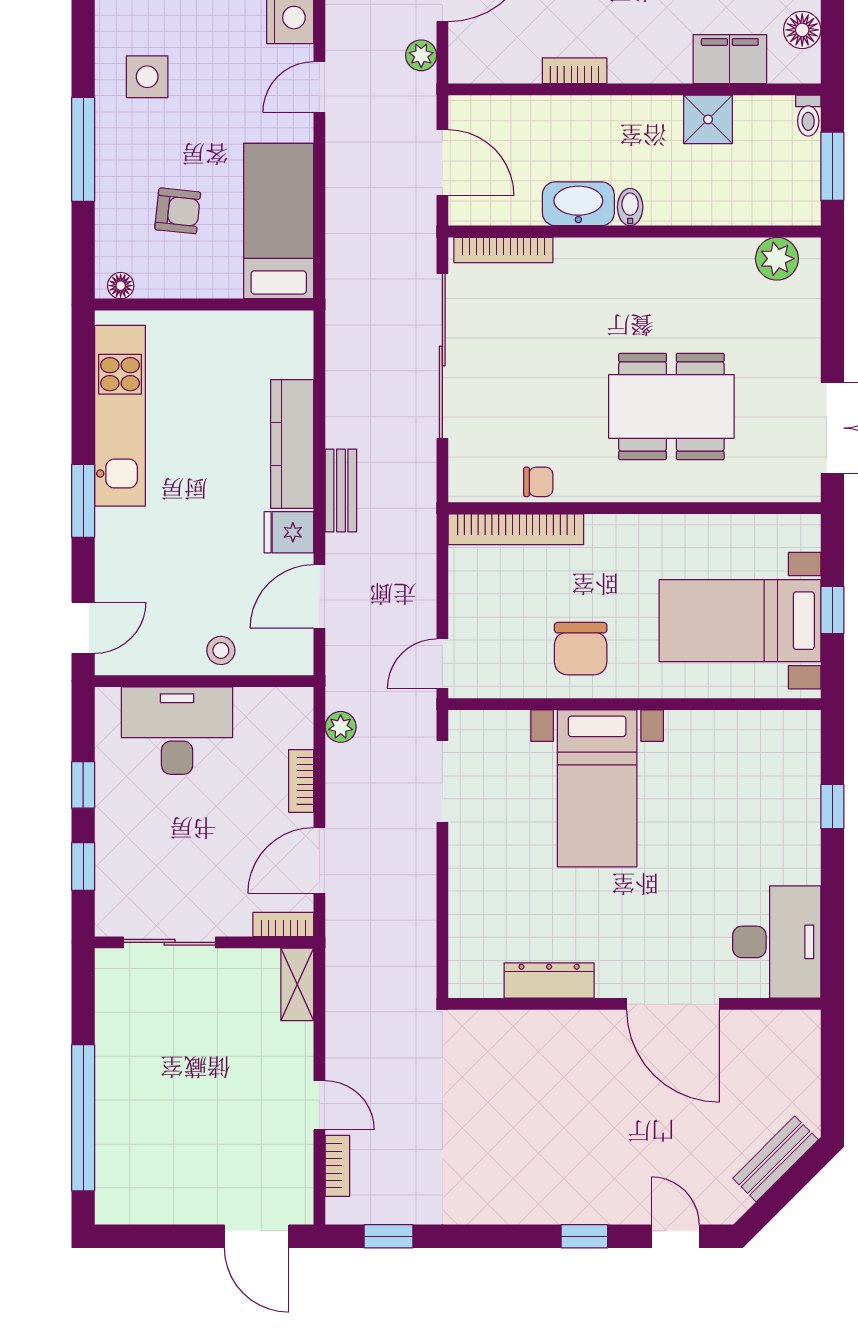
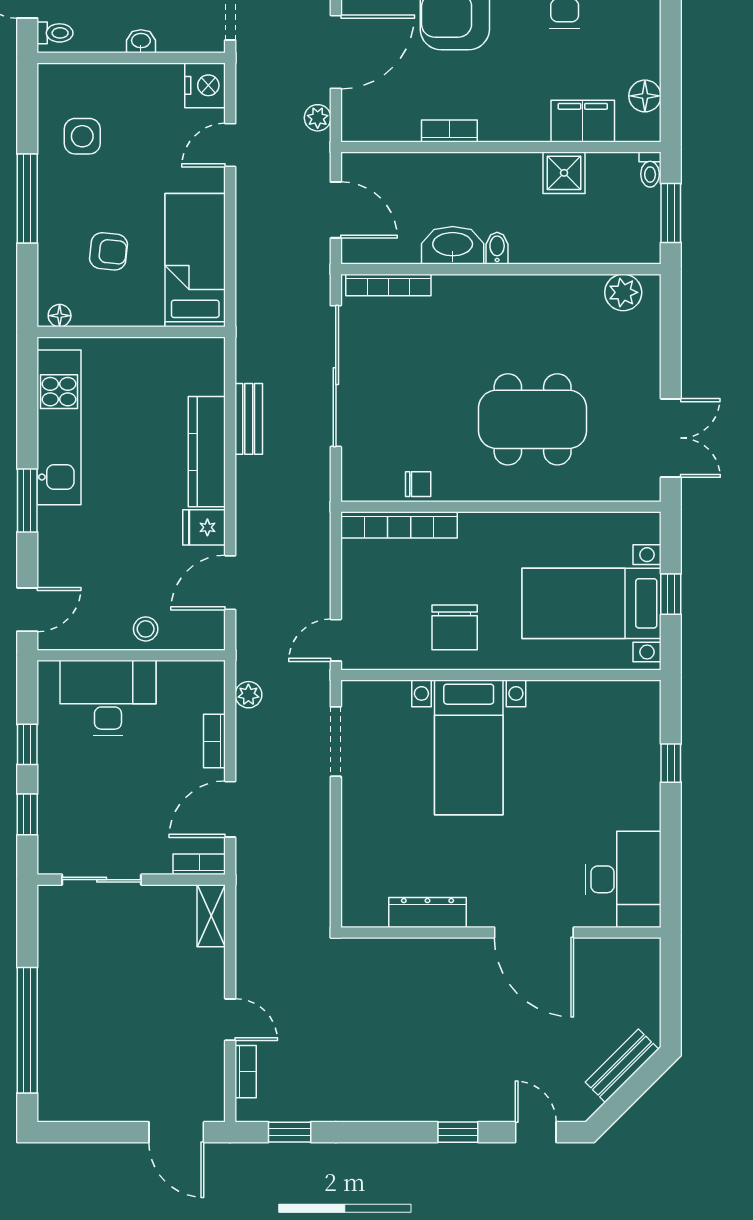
bench: (341, 490) -> (249, 419), moved

